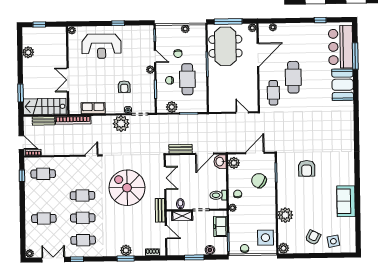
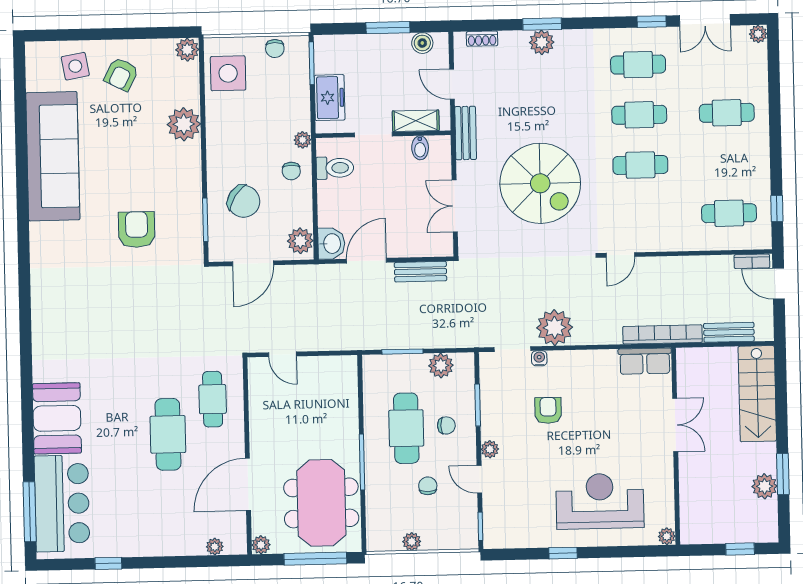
window: (355, 56) -> (30, 512), moved
window: (21, 93) -> (783, 474), moved
stairs: (45, 107) -> (757, 394), moved, turned 90
row of seats: (93, 108) -> (645, 361), moved
sofa: (346, 201) -> (53, 156), width x1.85, depth x1.27
boiler: (210, 250) -> (422, 43), moved

